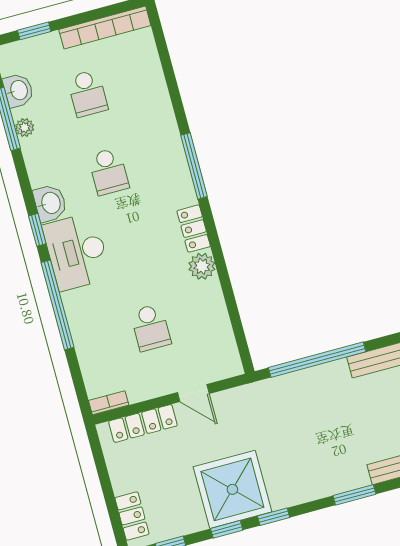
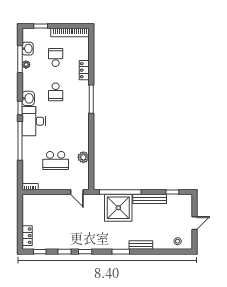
school desk: (87, 93) -> (56, 57), turned 180
locker: (194, 229) -> (84, 70), moved
plant: (202, 266) -> (83, 157), moved
school desk: (151, 328) -> (56, 160), width x1.85
door: (193, 393) -> (77, 192), moved
locker: (143, 423) -> (42, 199), removed
shower: (232, 489) -> (118, 208), moved

